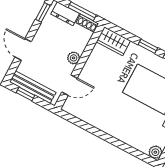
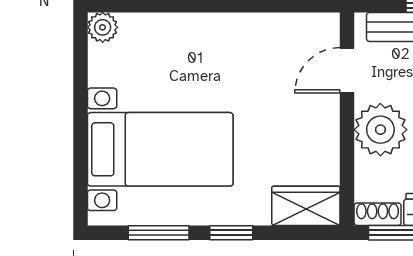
plant: (74, 58) -> (380, 130), width x1.87, depth x1.87

